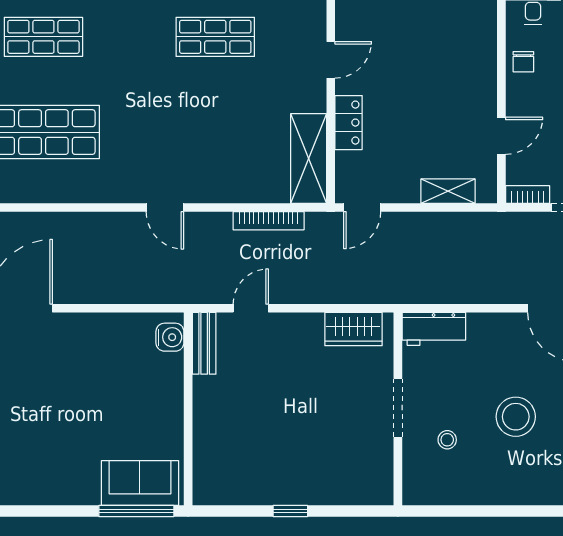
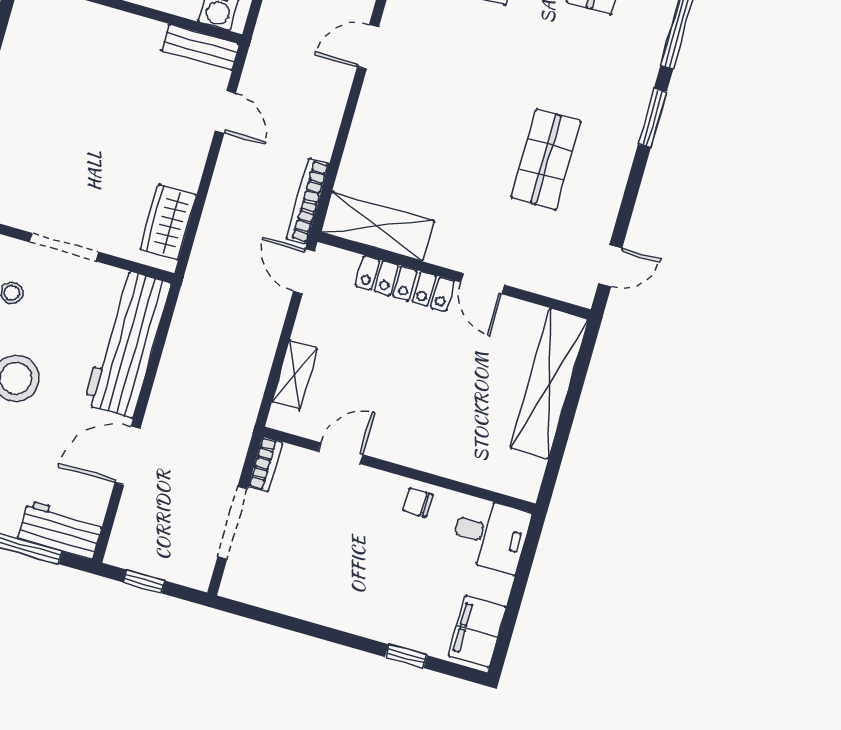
locker: (349, 123) -> (405, 283), width x1.53
door: (501, 136) -> (341, 453), swing flipped
bookcase: (269, 221) -> (308, 201), moved
workbench: (434, 329) -> (127, 344), width x1.88, depth x1.32

